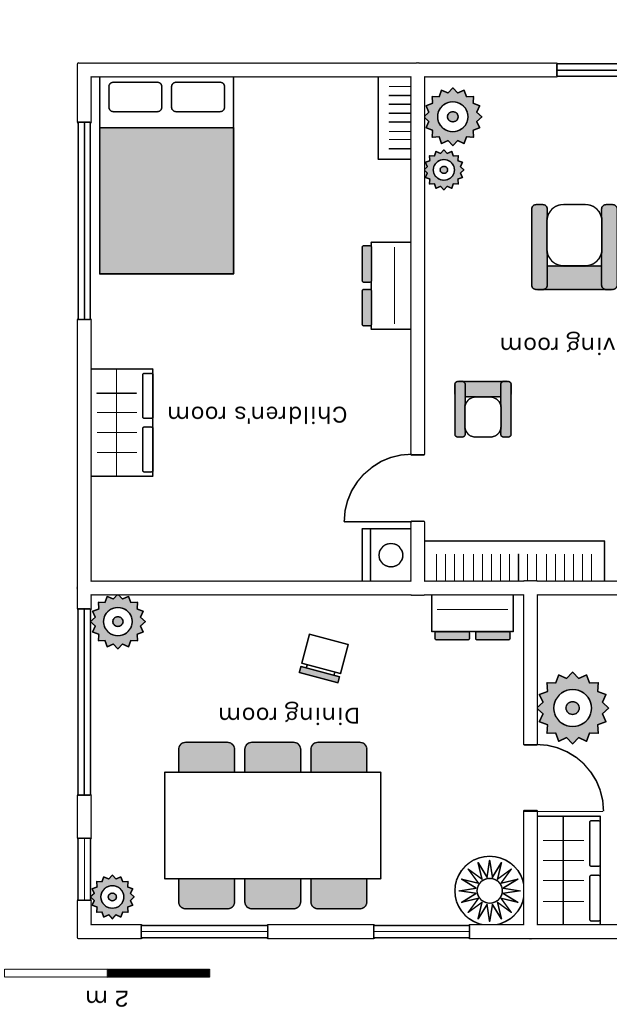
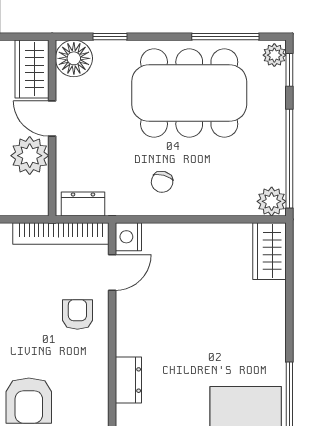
wardrobe: (122, 423) -> (270, 251), moved
window: (422, 932) -> (110, 37), width x0.67

